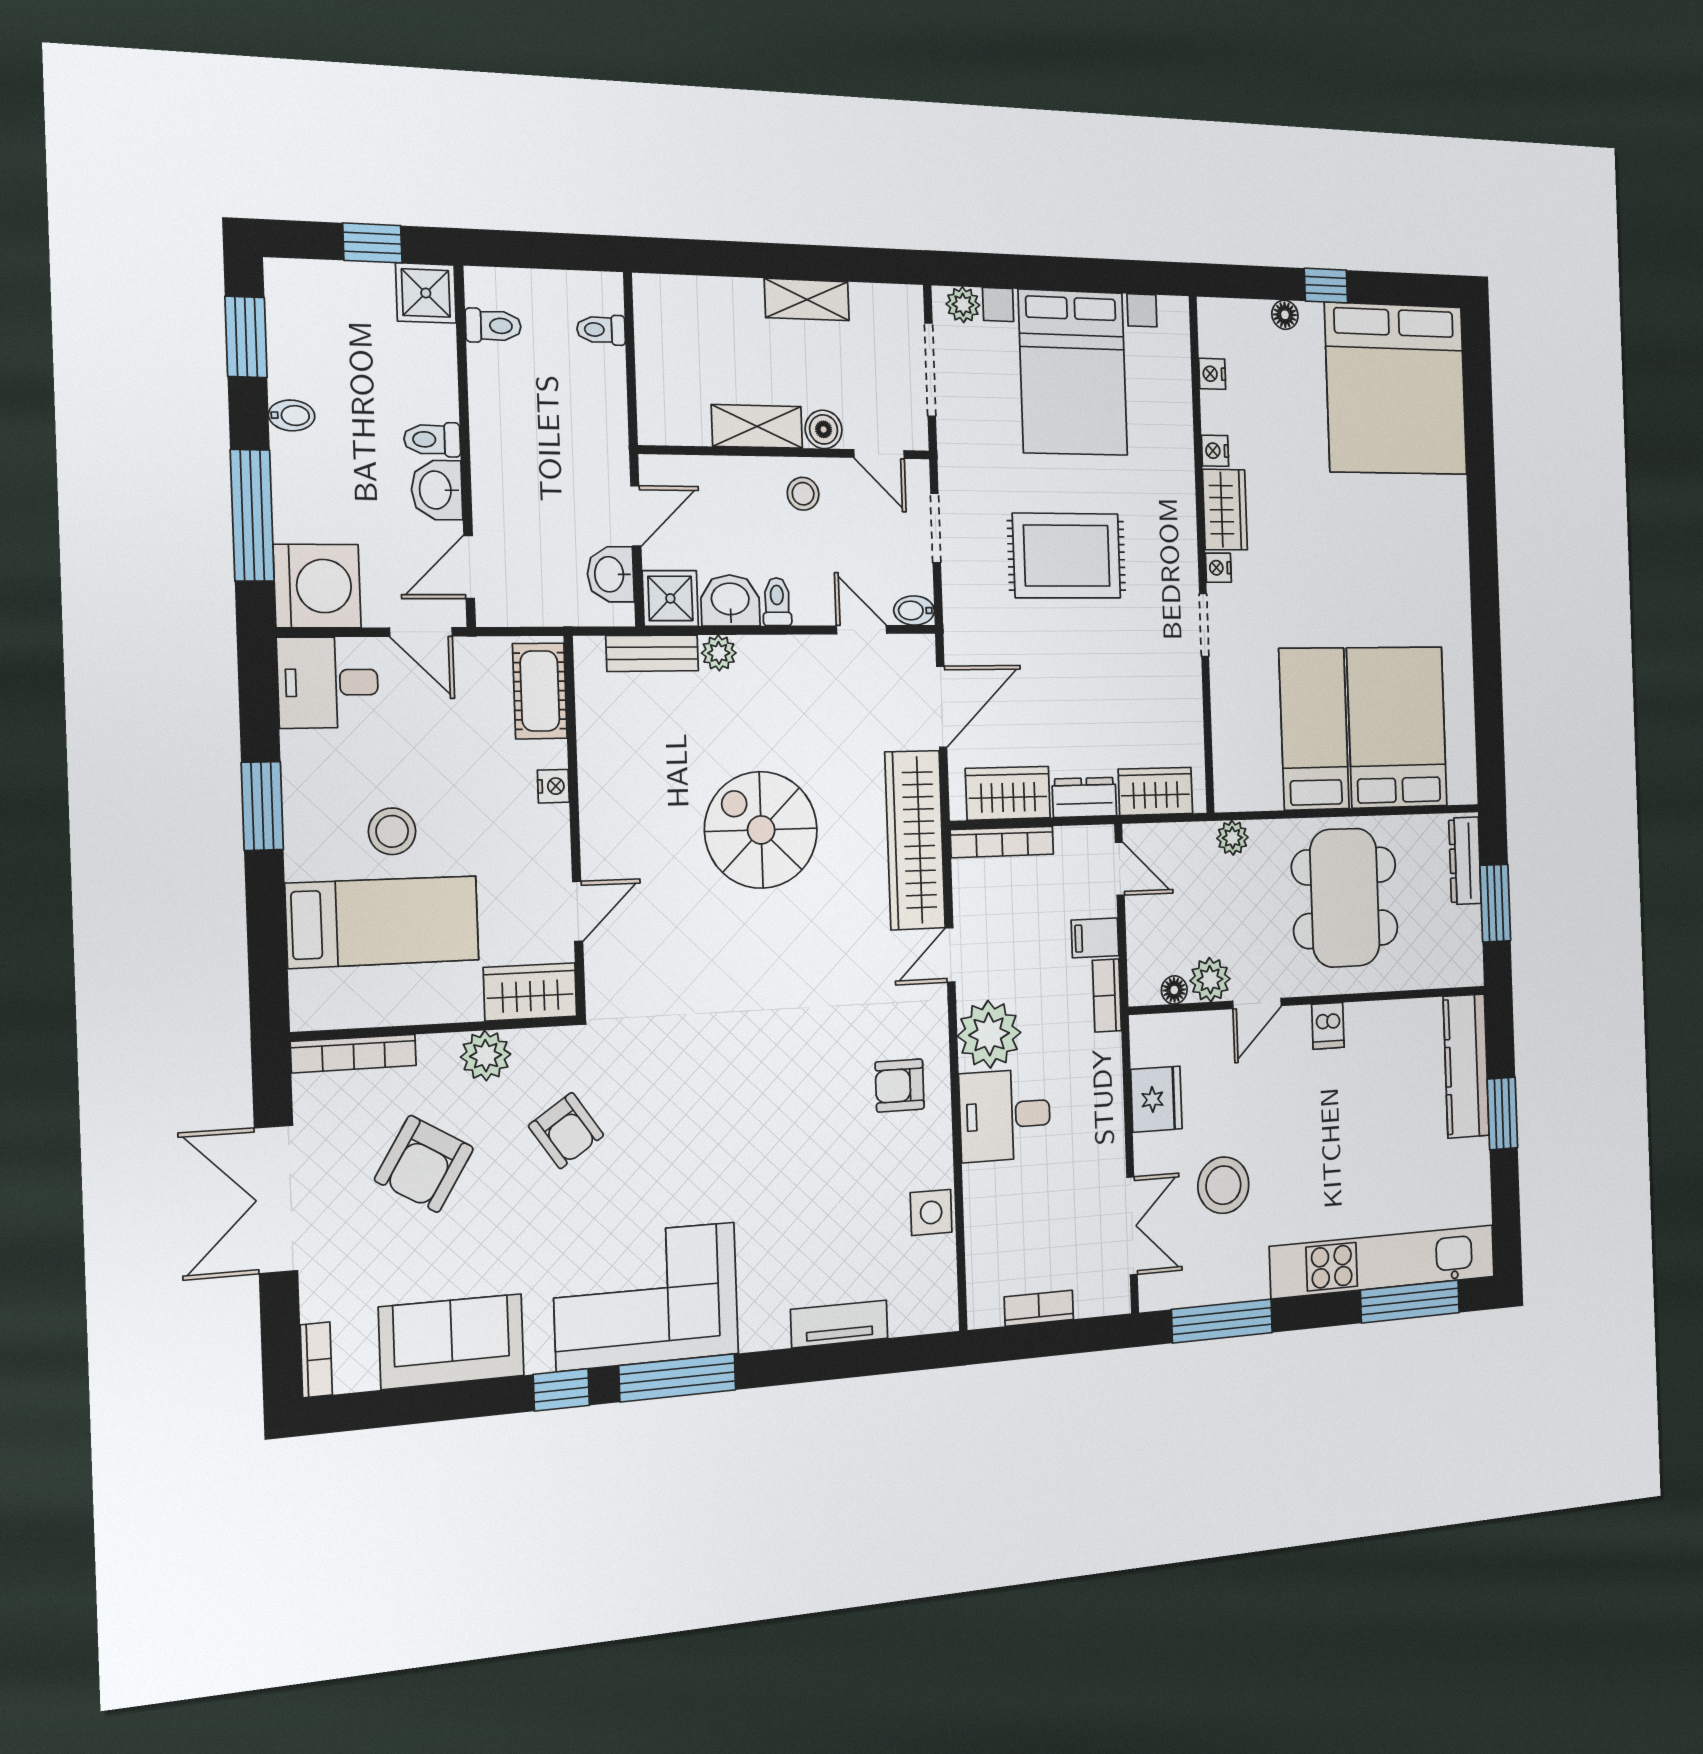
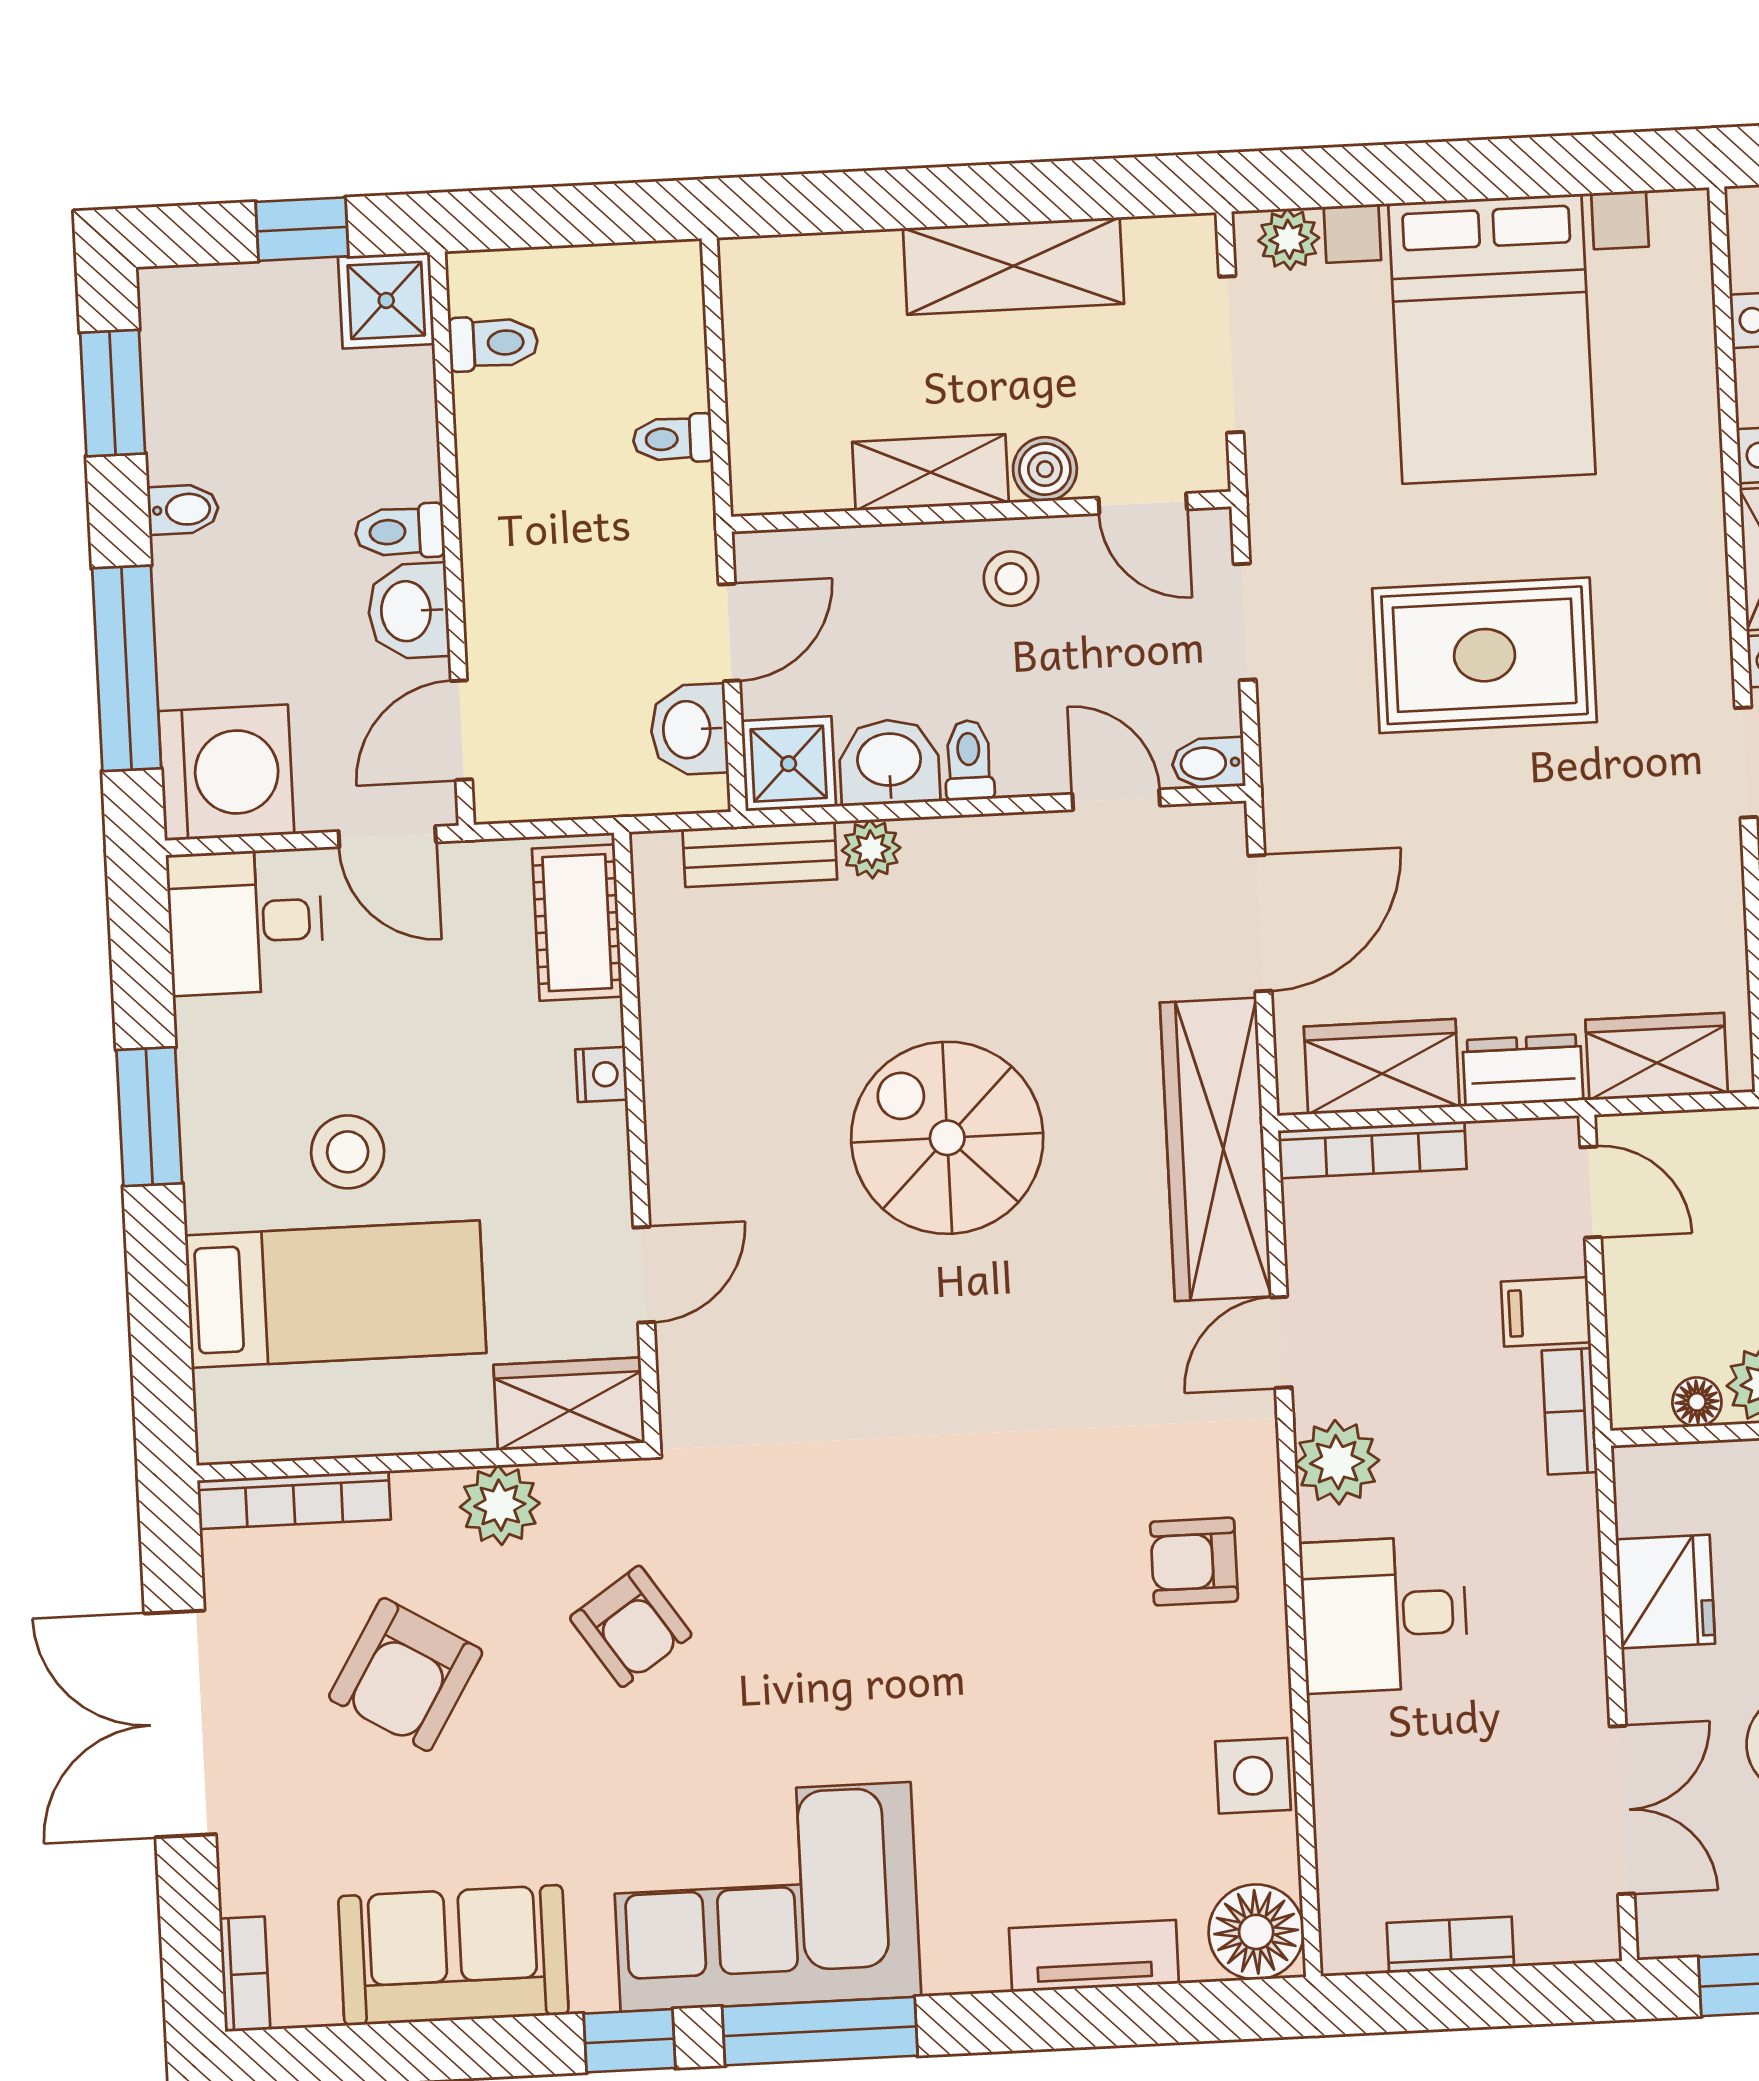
shelving: (807, 300) -> (1013, 266), width x1.50, depth x1.33
toilet: (601, 330) -> (673, 439), moved
plant: (989, 1034) -> (1337, 1462), width x0.73, depth x0.73
floor lamp: (932, 1305) -> (1256, 1932), added

